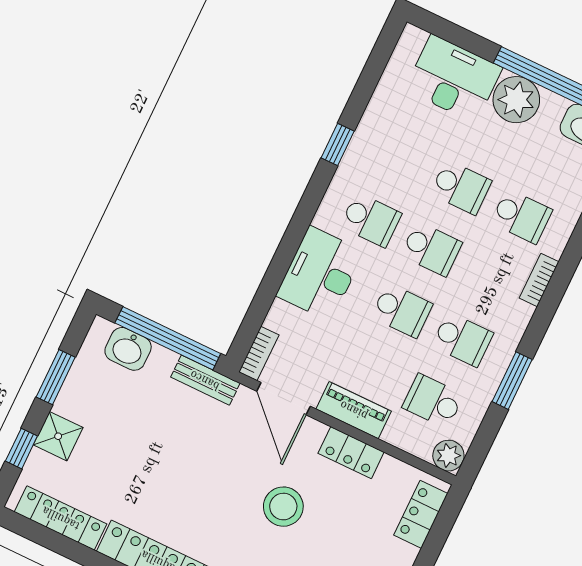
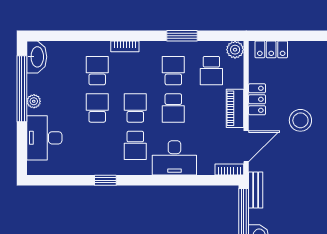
plant: (516, 100) -> (34, 101), width x0.53, depth x0.53
school desk: (371, 220) -> (135, 145), turned 180
school desk: (402, 310) -> (173, 108), turned 180

